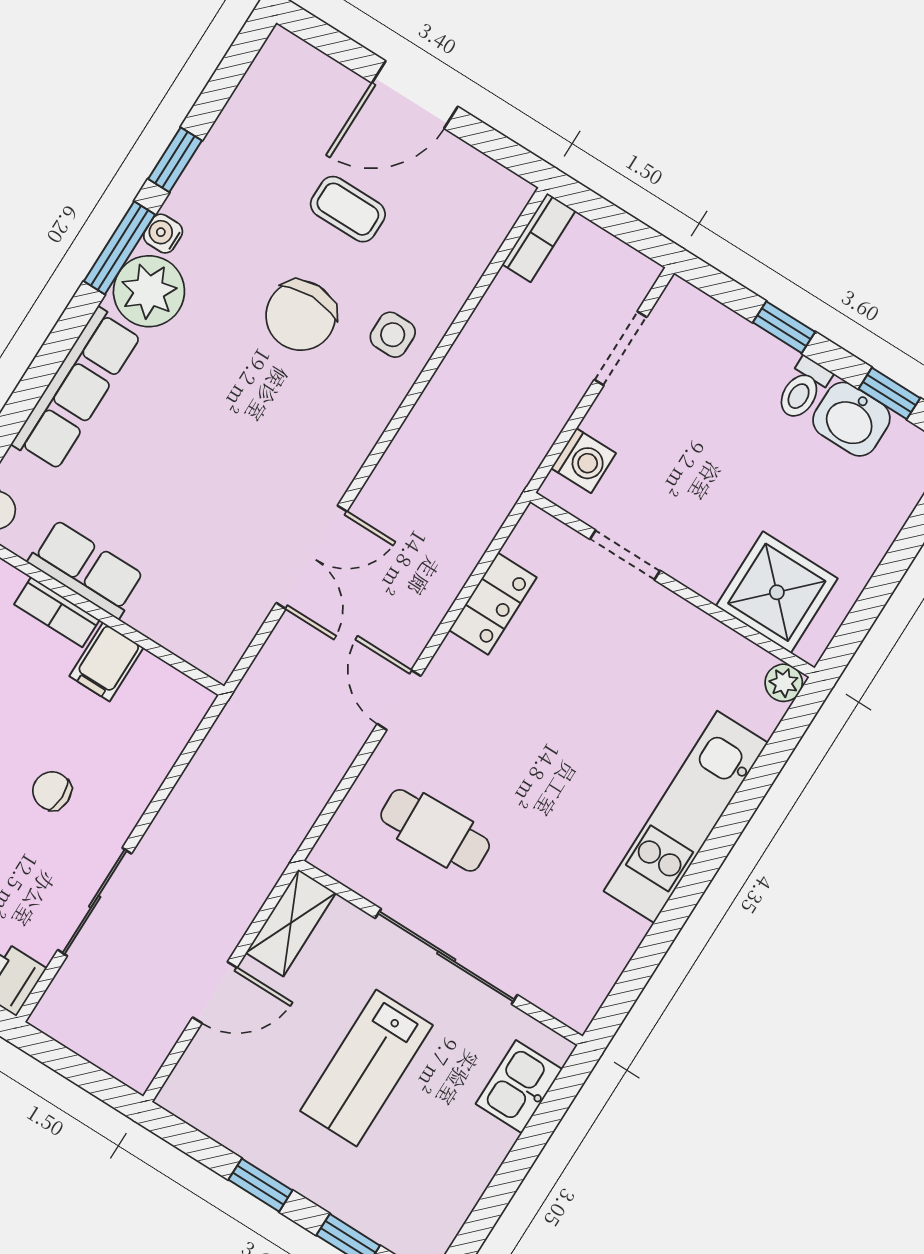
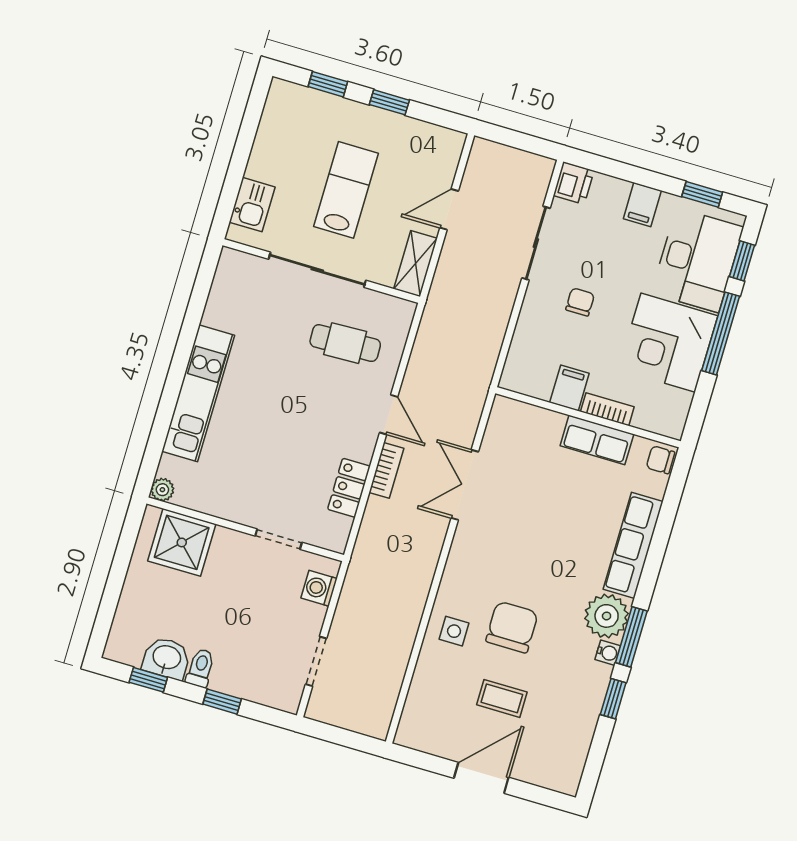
bookcase: (539, 238) -> (386, 470), moved, turned 180
chair: (52, 791) -> (580, 302), turned -90

